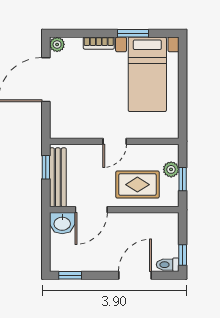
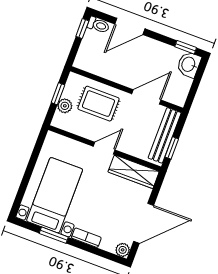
wardrobe: (76, 128) -> (134, 172), added
washbasin: (62, 223) -> (189, 64), moved, turned -90

